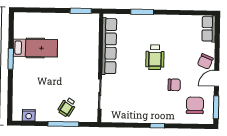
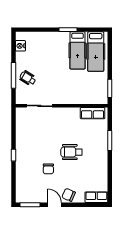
hospital bed: (37, 27) -> (96, 52), added
row of seats: (109, 46) -> (93, 113), width x0.50
chair: (195, 105) -> (31, 187), removed

